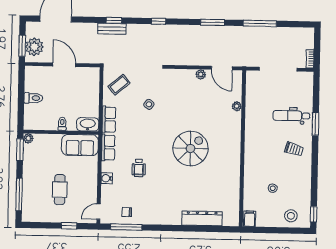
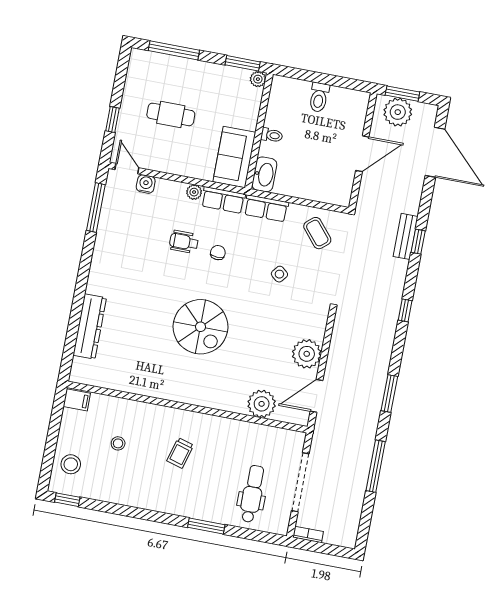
plant: (201, 74) -> (307, 354), width x1.88, depth x1.88
plant: (237, 106) -> (262, 404), width x1.87, depth x1.87
dental chair: (291, 116) -> (252, 494), moved
trolley: (294, 149) -> (180, 453), moved
plant: (106, 167) -> (194, 192), added
water cooler: (107, 178) -> (146, 184), moved
chair: (127, 212) -> (218, 253), moved

